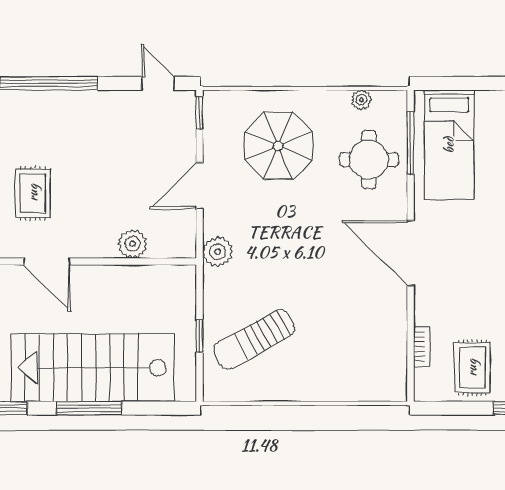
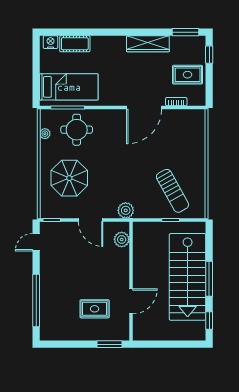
plant: (132, 244) -> (122, 239), moved
door: (411, 253) -> (144, 108), moved

